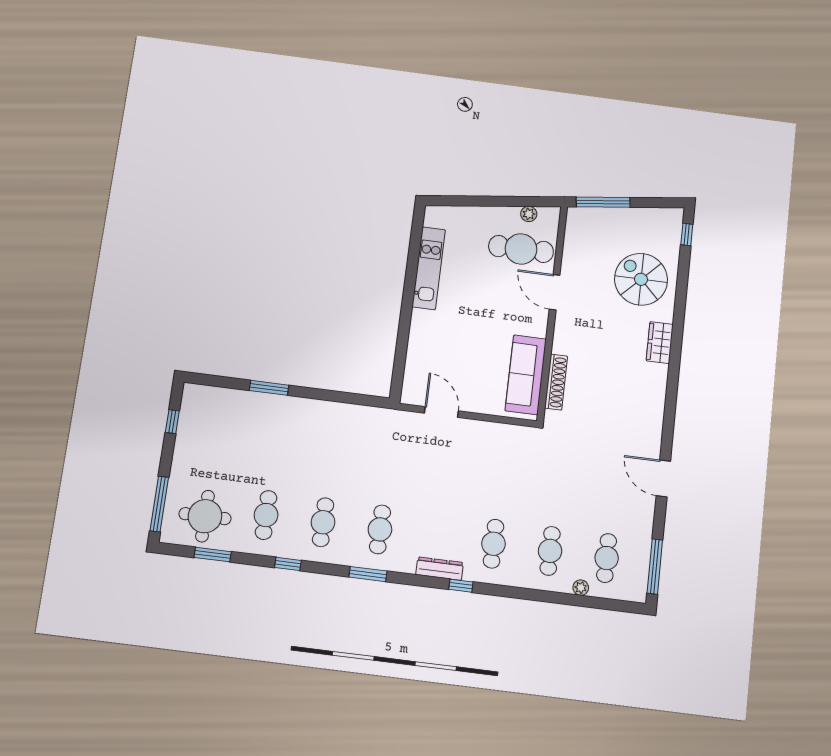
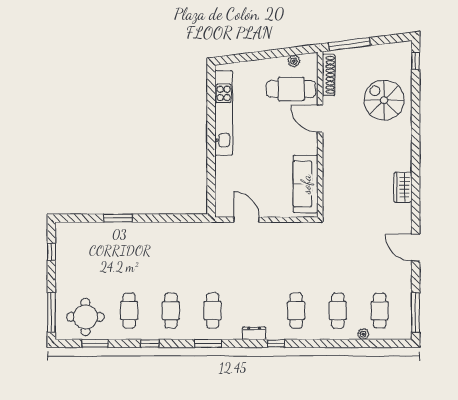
kitchen unit: (429, 268) -> (224, 113), width x1.36
wardrobe: (660, 343) -> (403, 187), moved
shoe rack: (556, 382) -> (329, 75), moved
dresser: (440, 569) -> (254, 333), width x0.70

